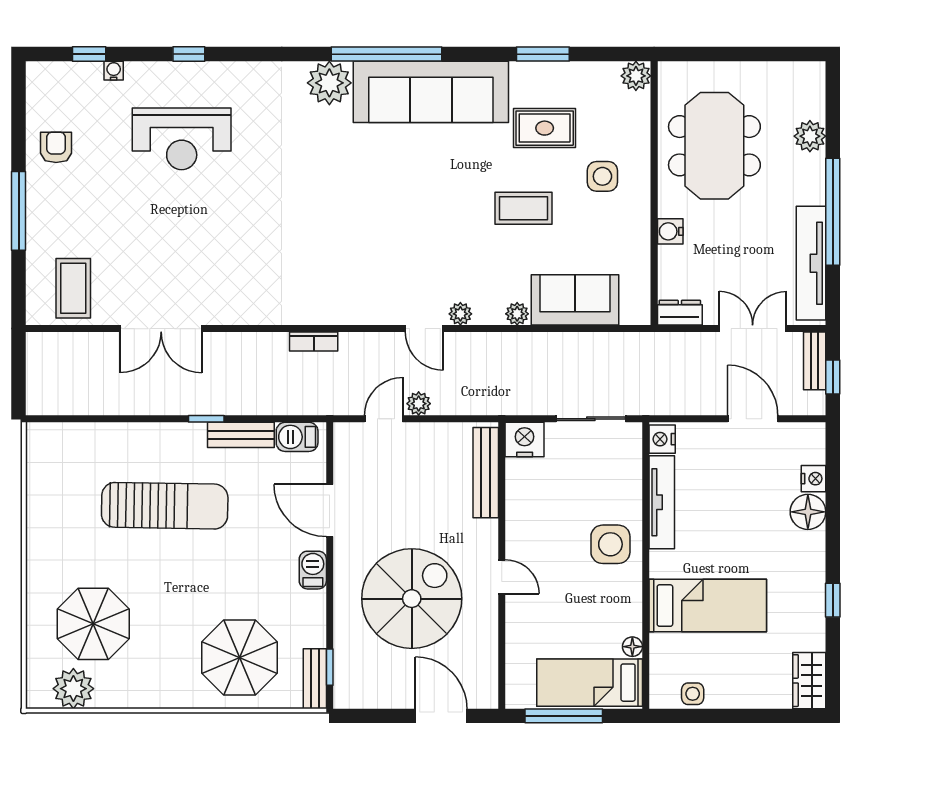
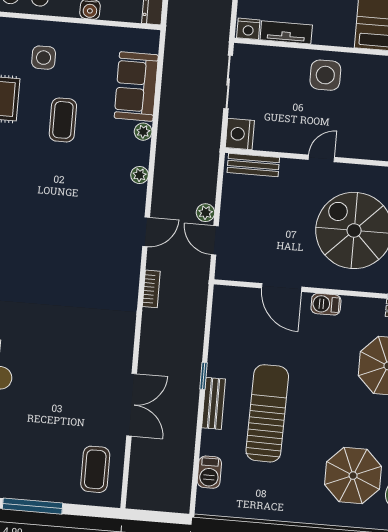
coffee table: (73, 288) -> (95, 469), turned 90
door: (424, 329) -> (146, 232), moved
bench: (241, 435) -> (214, 403), moved
barbecue: (297, 437) -> (209, 472), moved
bench: (486, 473) -> (253, 165), width x0.73
tv unit: (662, 502) -> (286, 32), width x0.71
door: (330, 511) -> (282, 287), hinge flipped
door: (502, 577) -> (321, 158), moved

